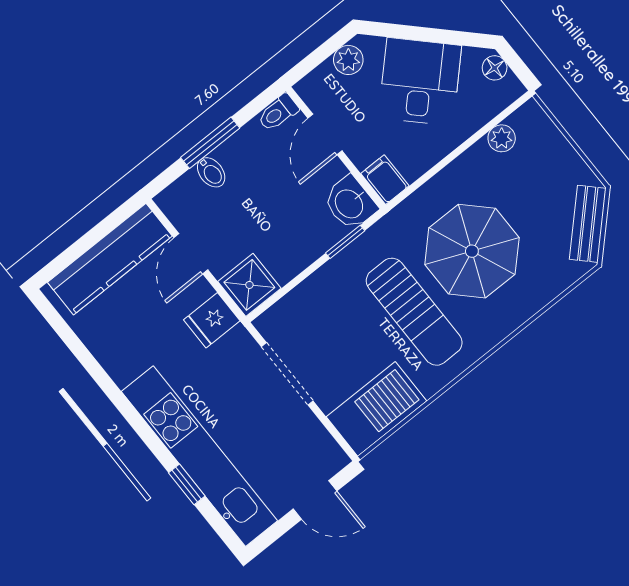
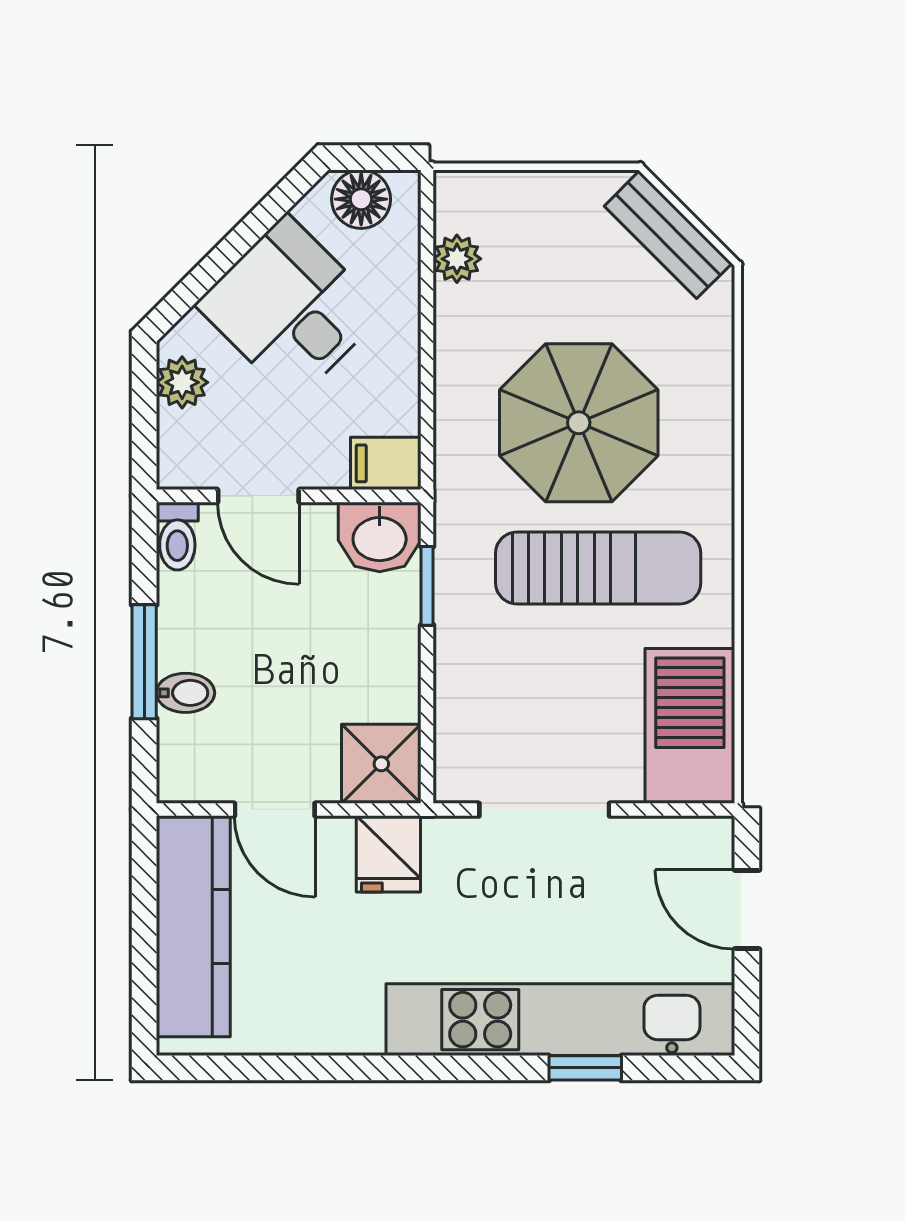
floor lamp: (495, 68) -> (361, 199), width x1.37, depth x1.37
door: (315, 500) -> (747, 910), swing flipped

